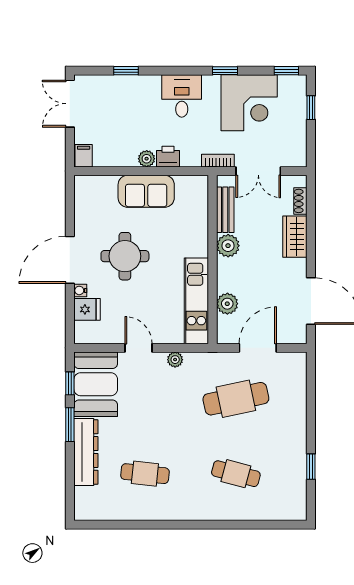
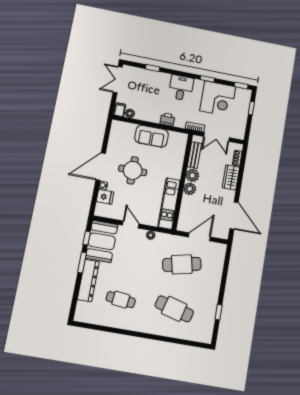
plant: (147, 159) -> (130, 113), moved
plant: (227, 304) -> (190, 189), moved
cafe table: (236, 474) -> (174, 309), width x1.37, depth x1.35

